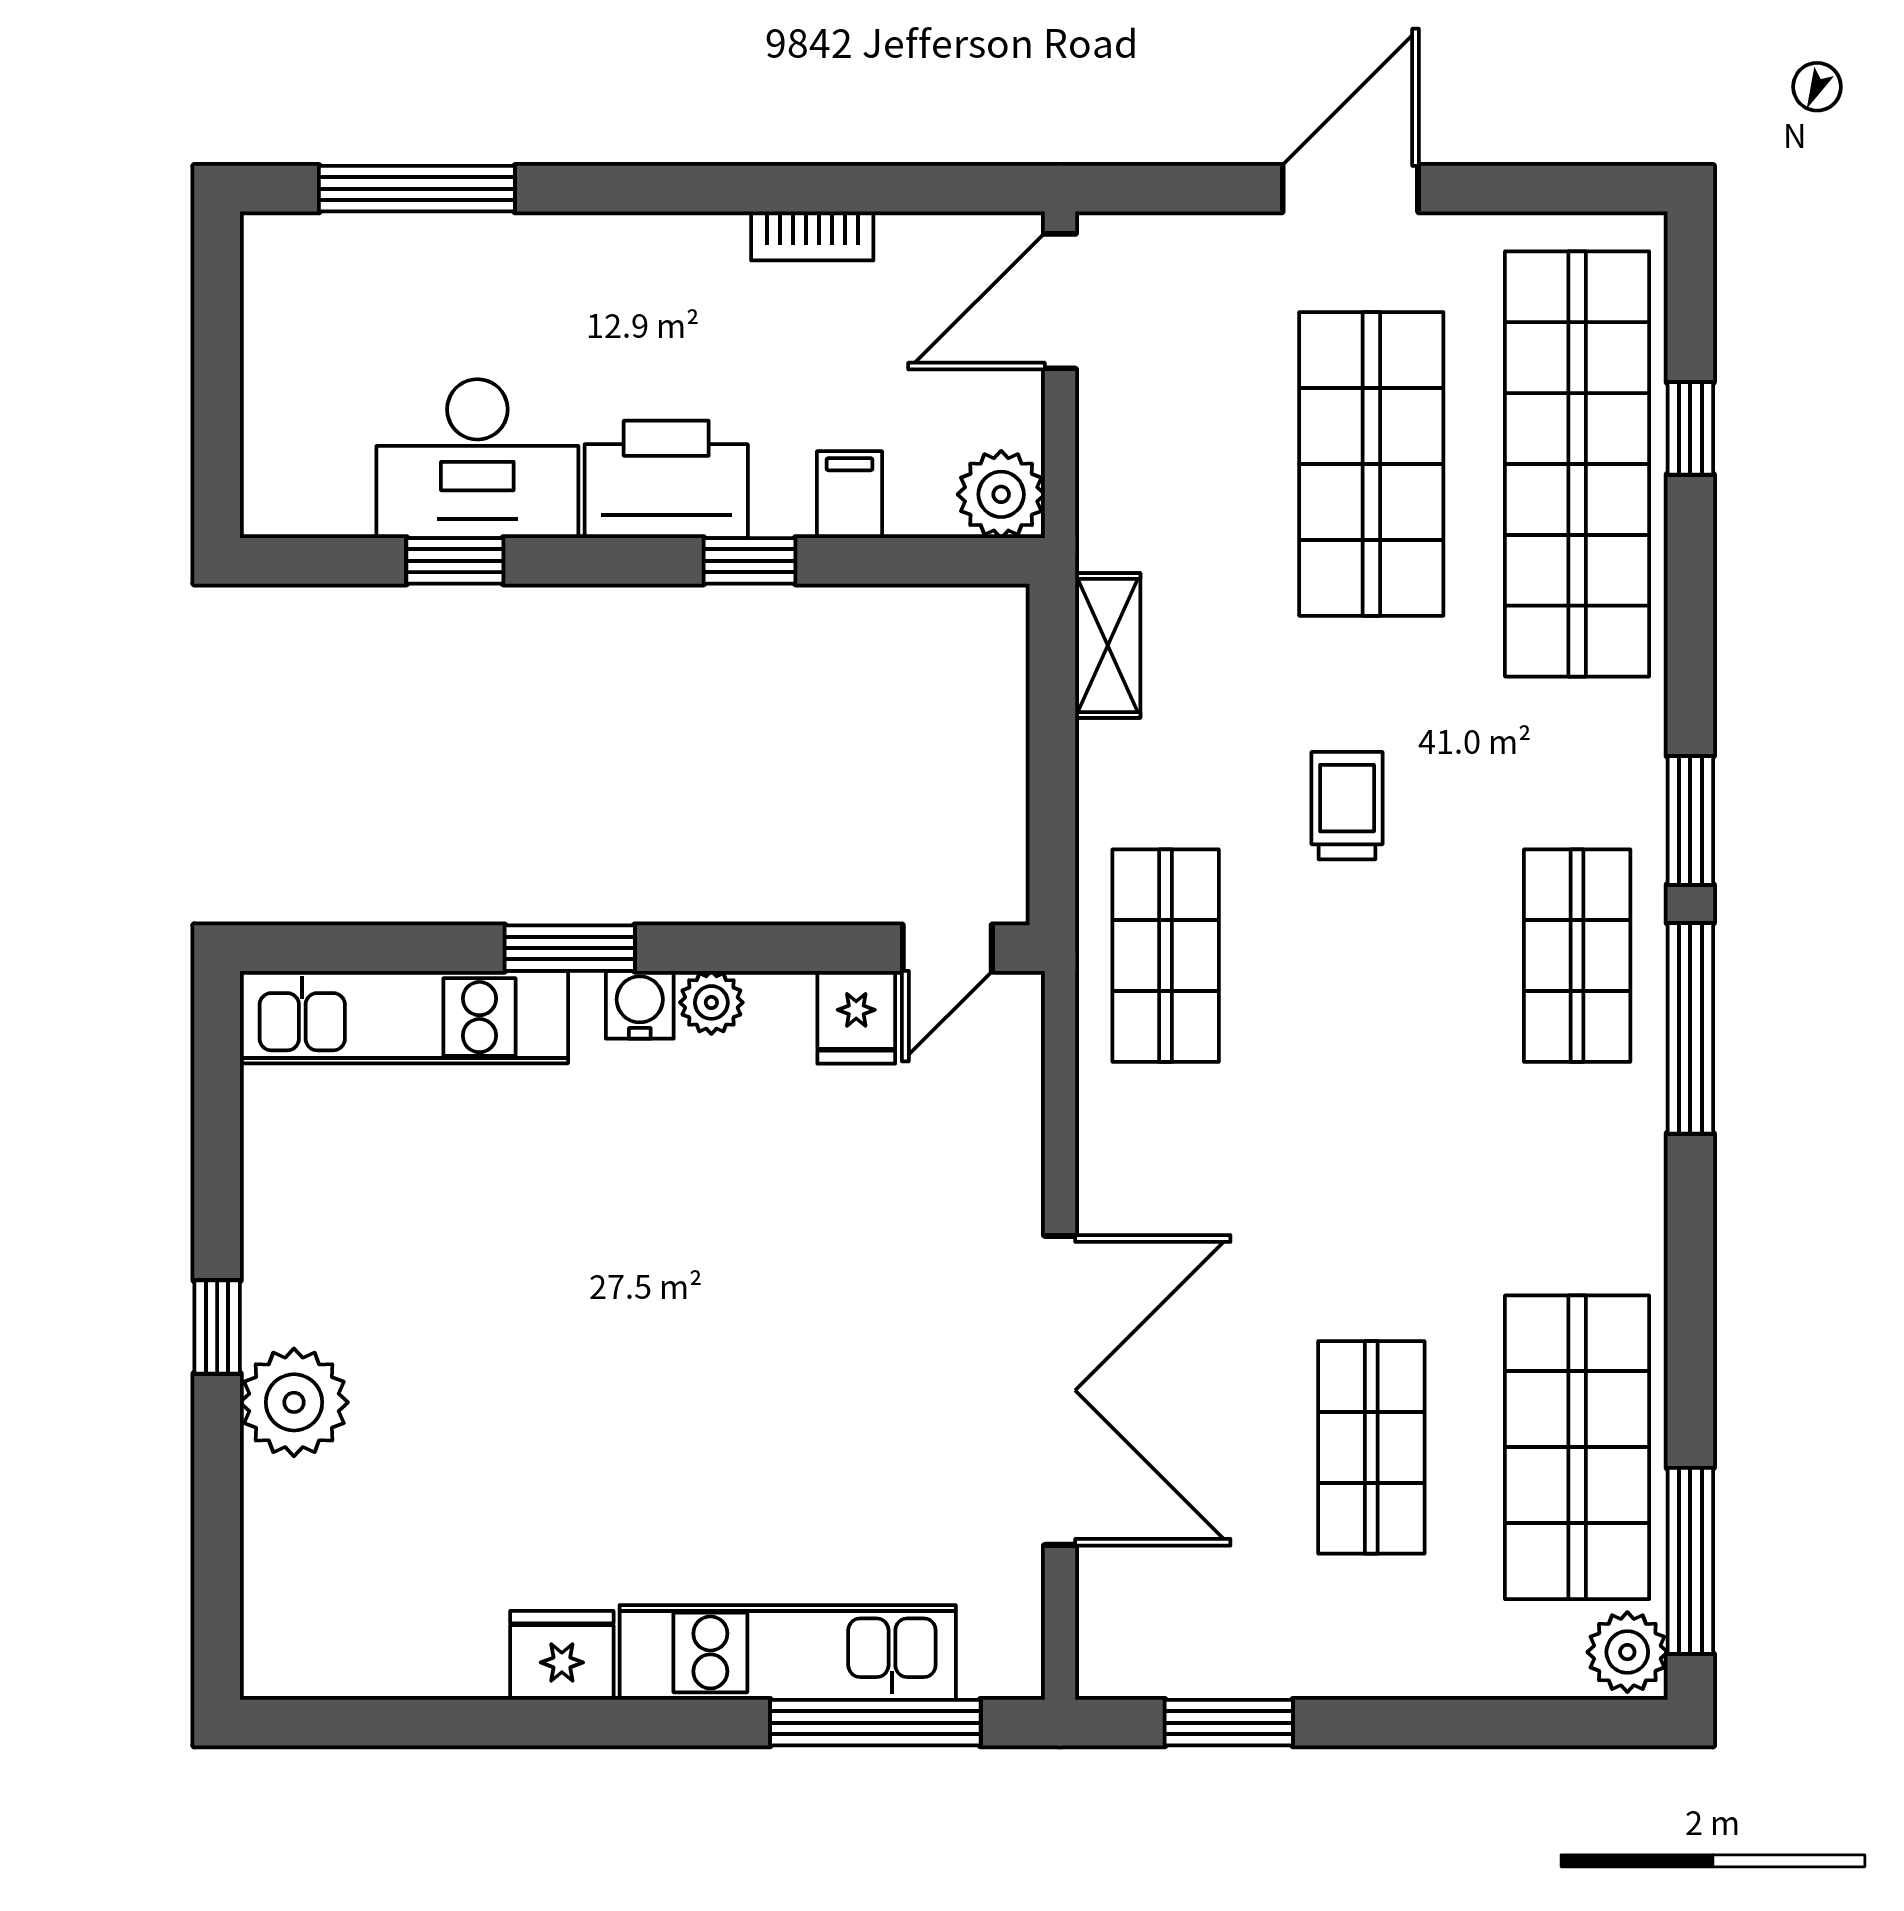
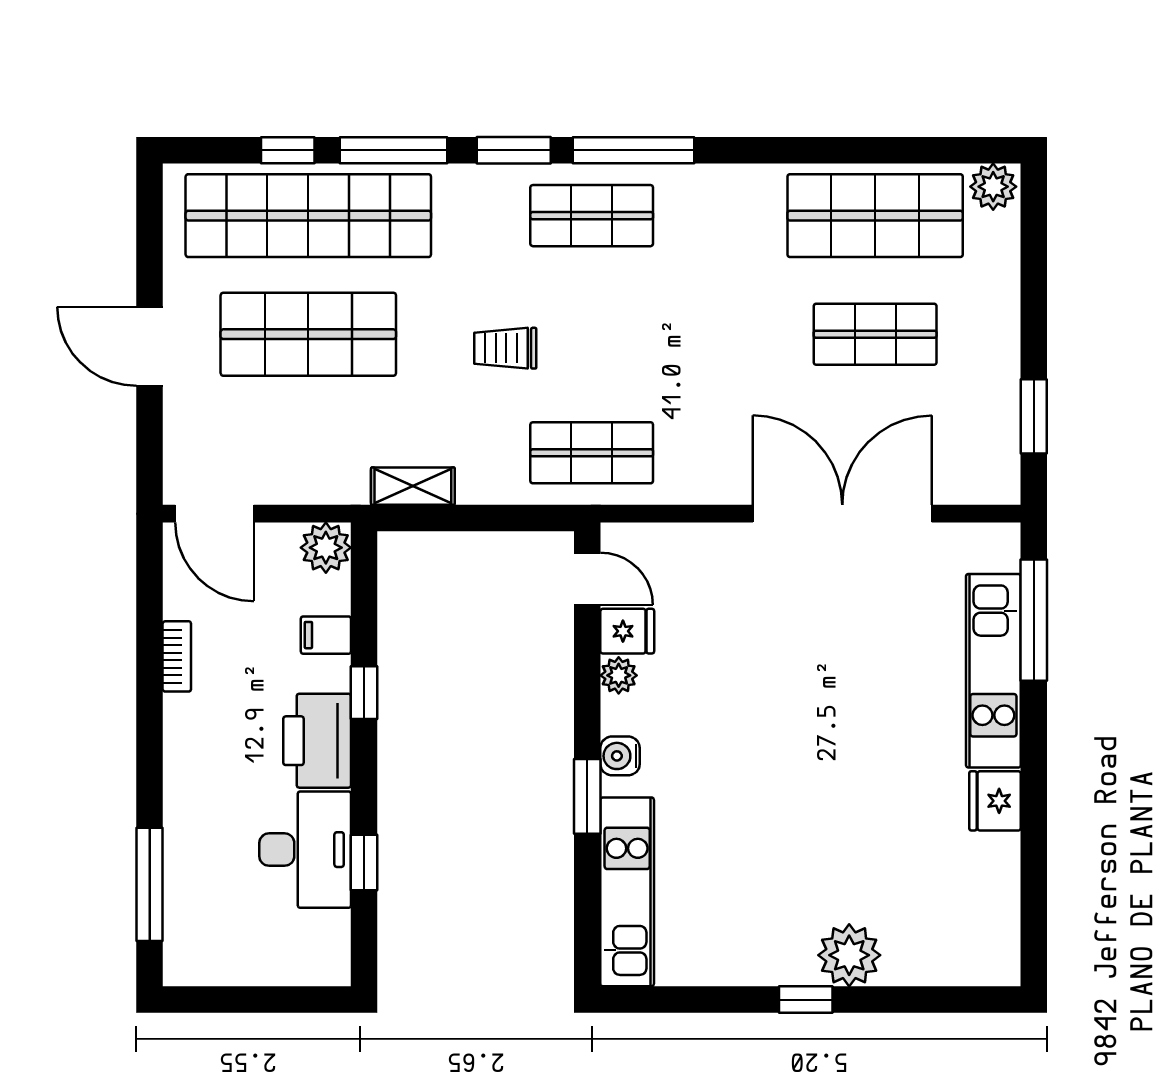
plant: (711, 1002) -> (619, 675), moved
window: (1690, 1561) -> (394, 150), moved

